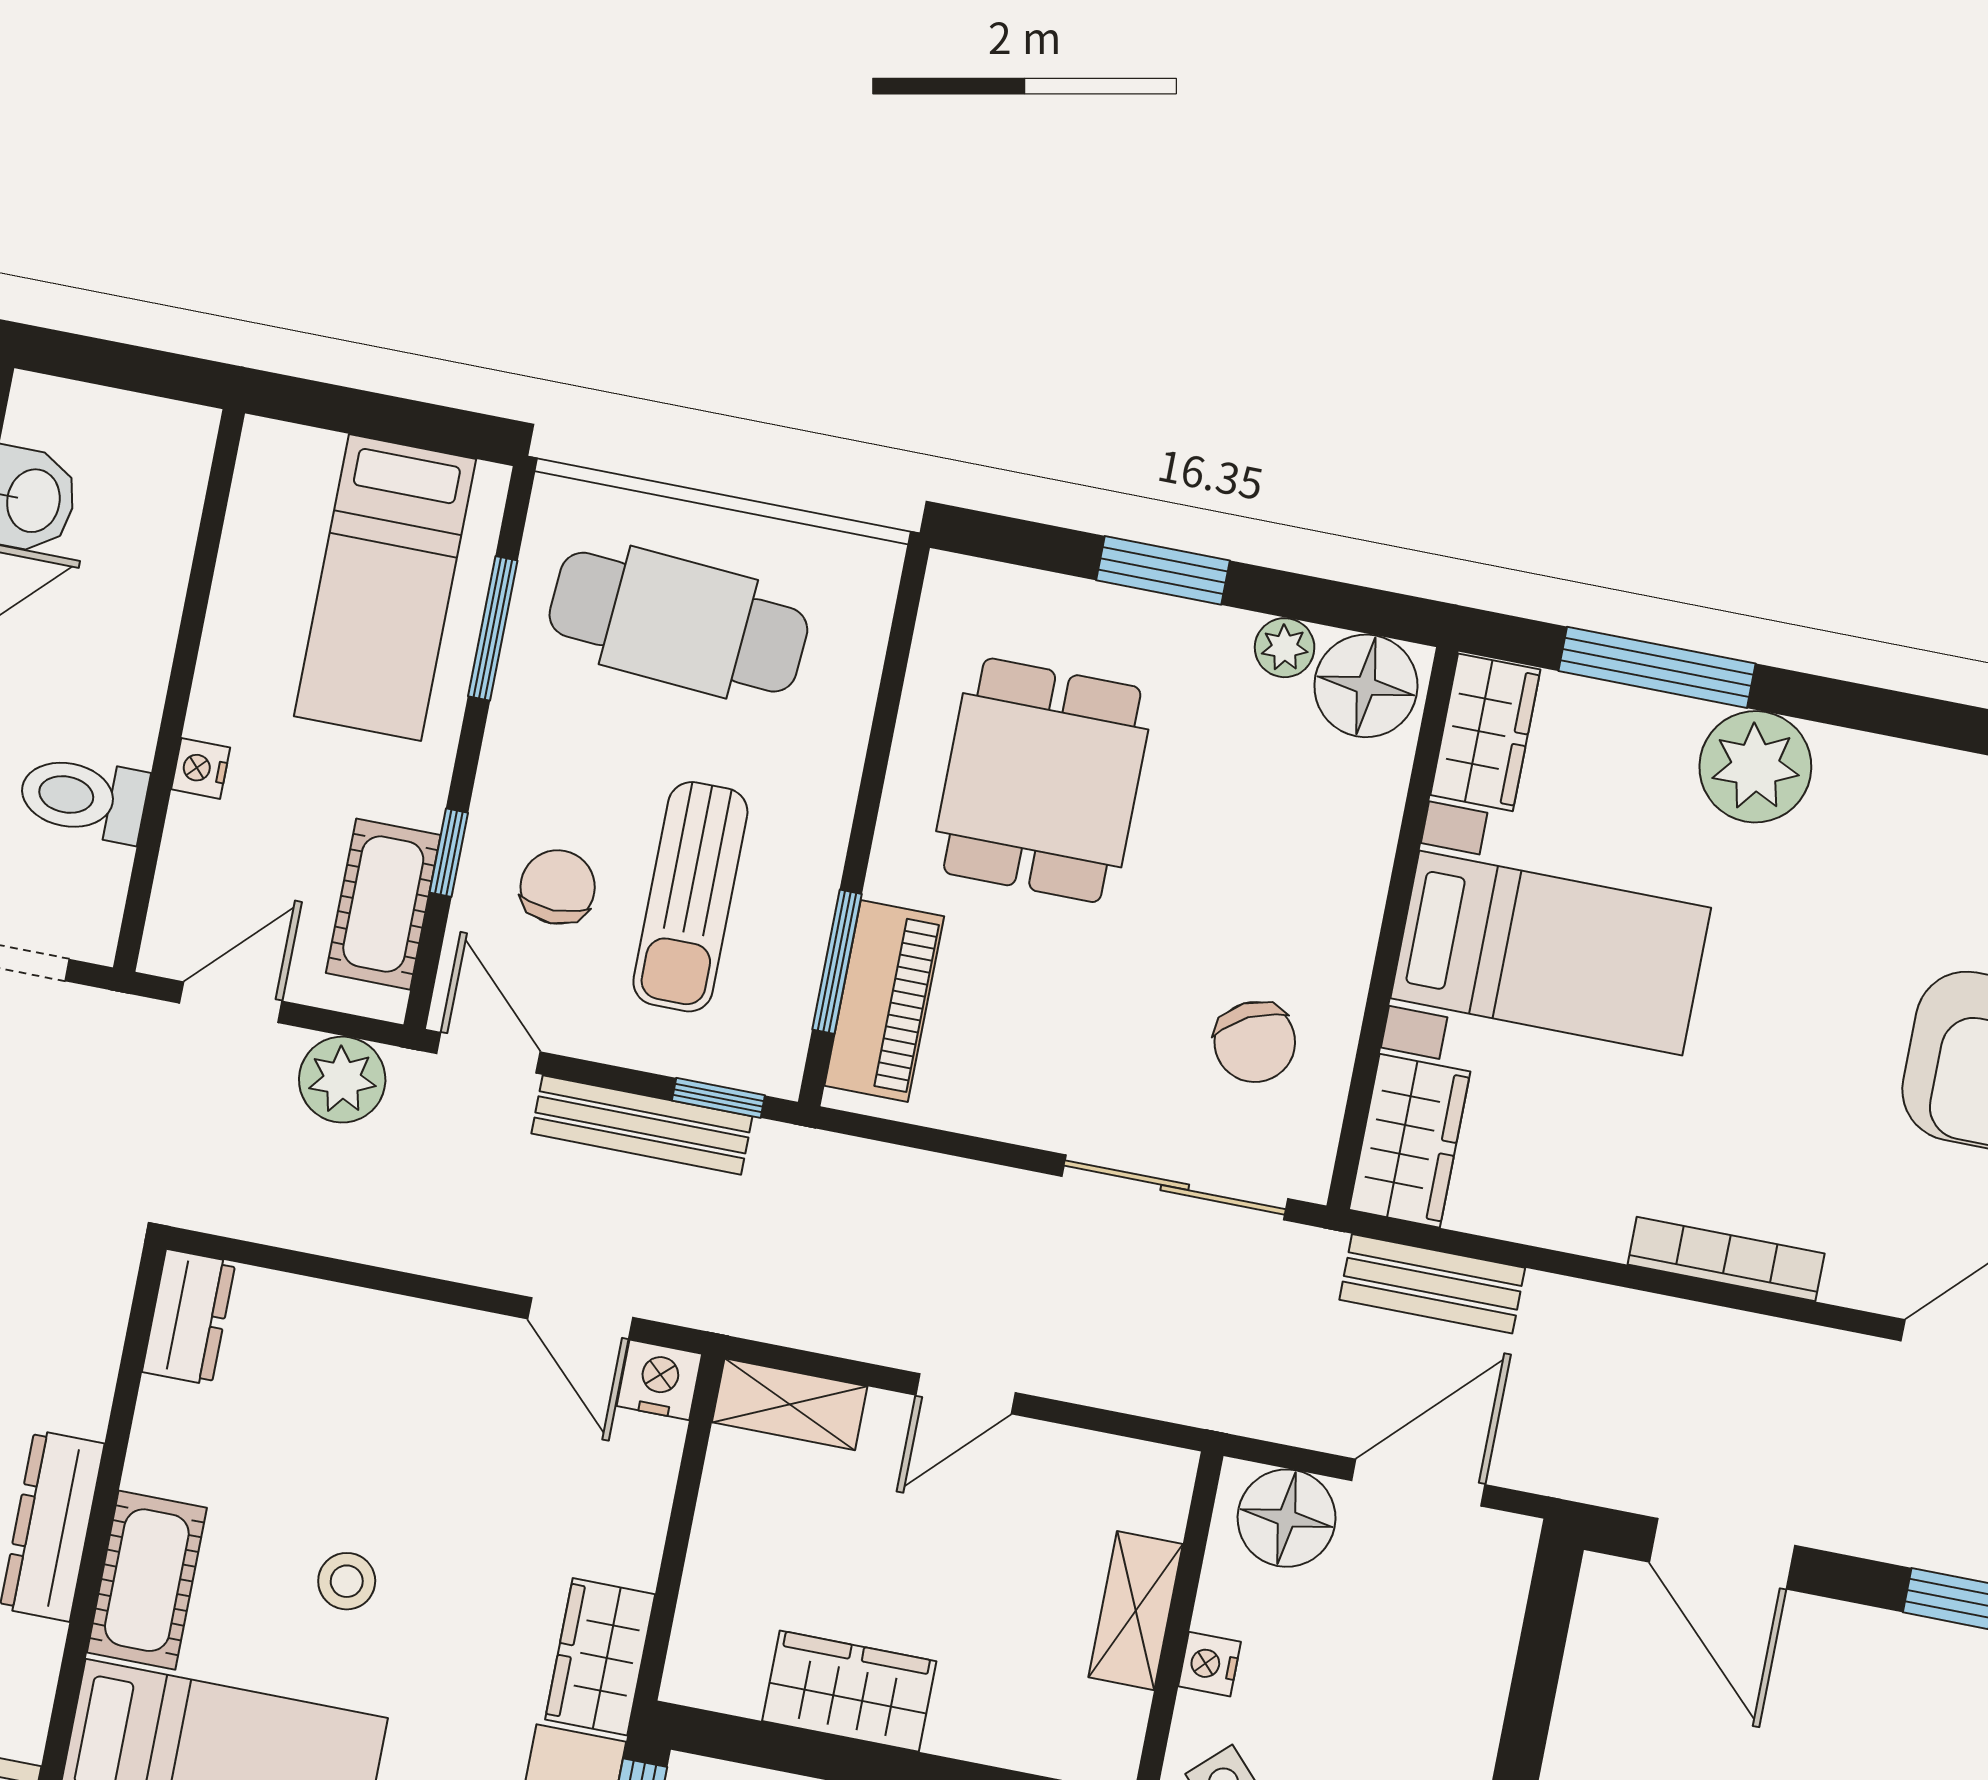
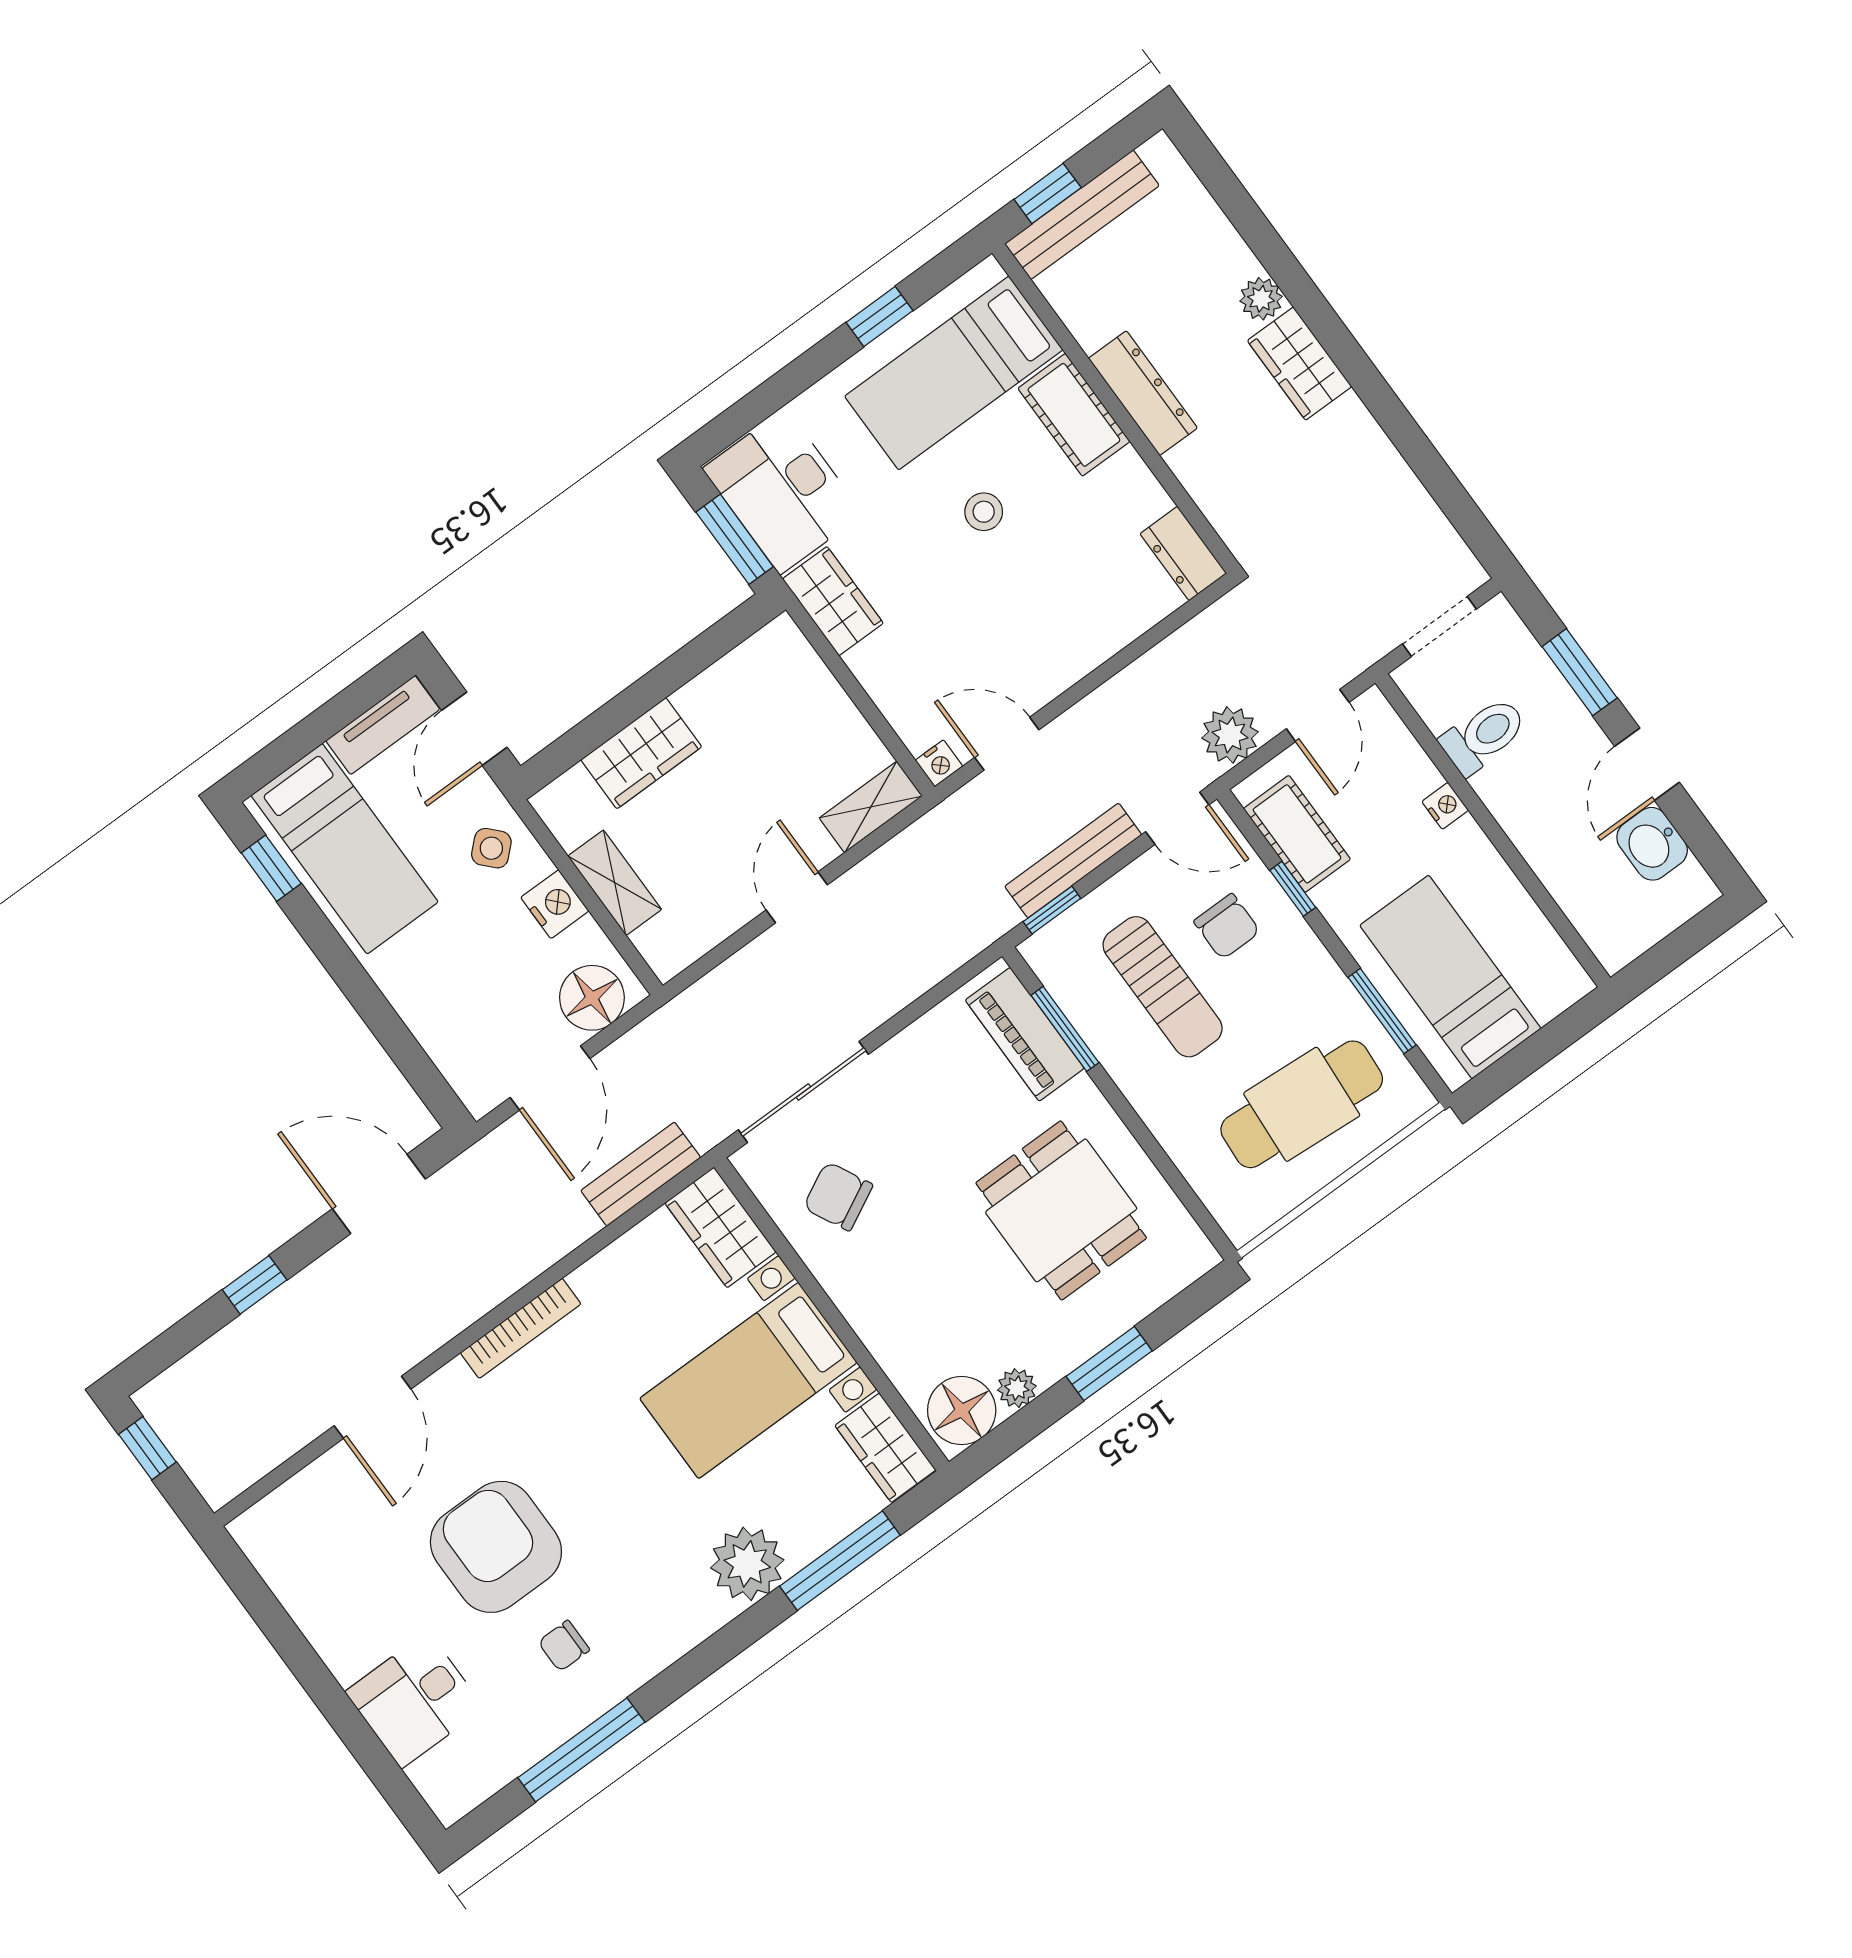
sun lounger: (690, 897) -> (1163, 987), turned 180
nightstand: (659, 1380) -> (939, 763), width x0.72, depth x0.74
nightstand: (1209, 1664) -> (555, 904), width x1.39, depth x1.35
wardrobe: (849, 1691) -> (641, 753), moved

